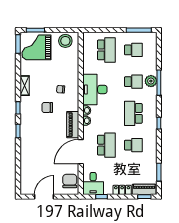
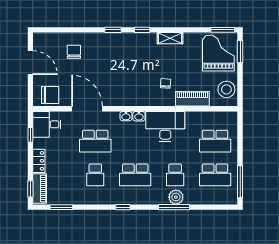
school desk: (133, 50) -> (215, 175), width x1.85
chair: (47, 107) -> (74, 52), moved
school desk: (133, 113) -> (135, 175), turned 180
piano: (73, 125) -> (192, 99), moved

